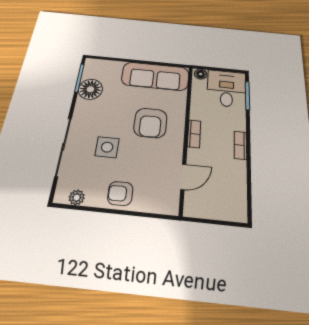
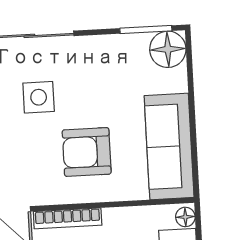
floor lamp: (90, 89) -> (168, 49), moved
bookcase: (194, 134) -> (68, 218), width x1.56

